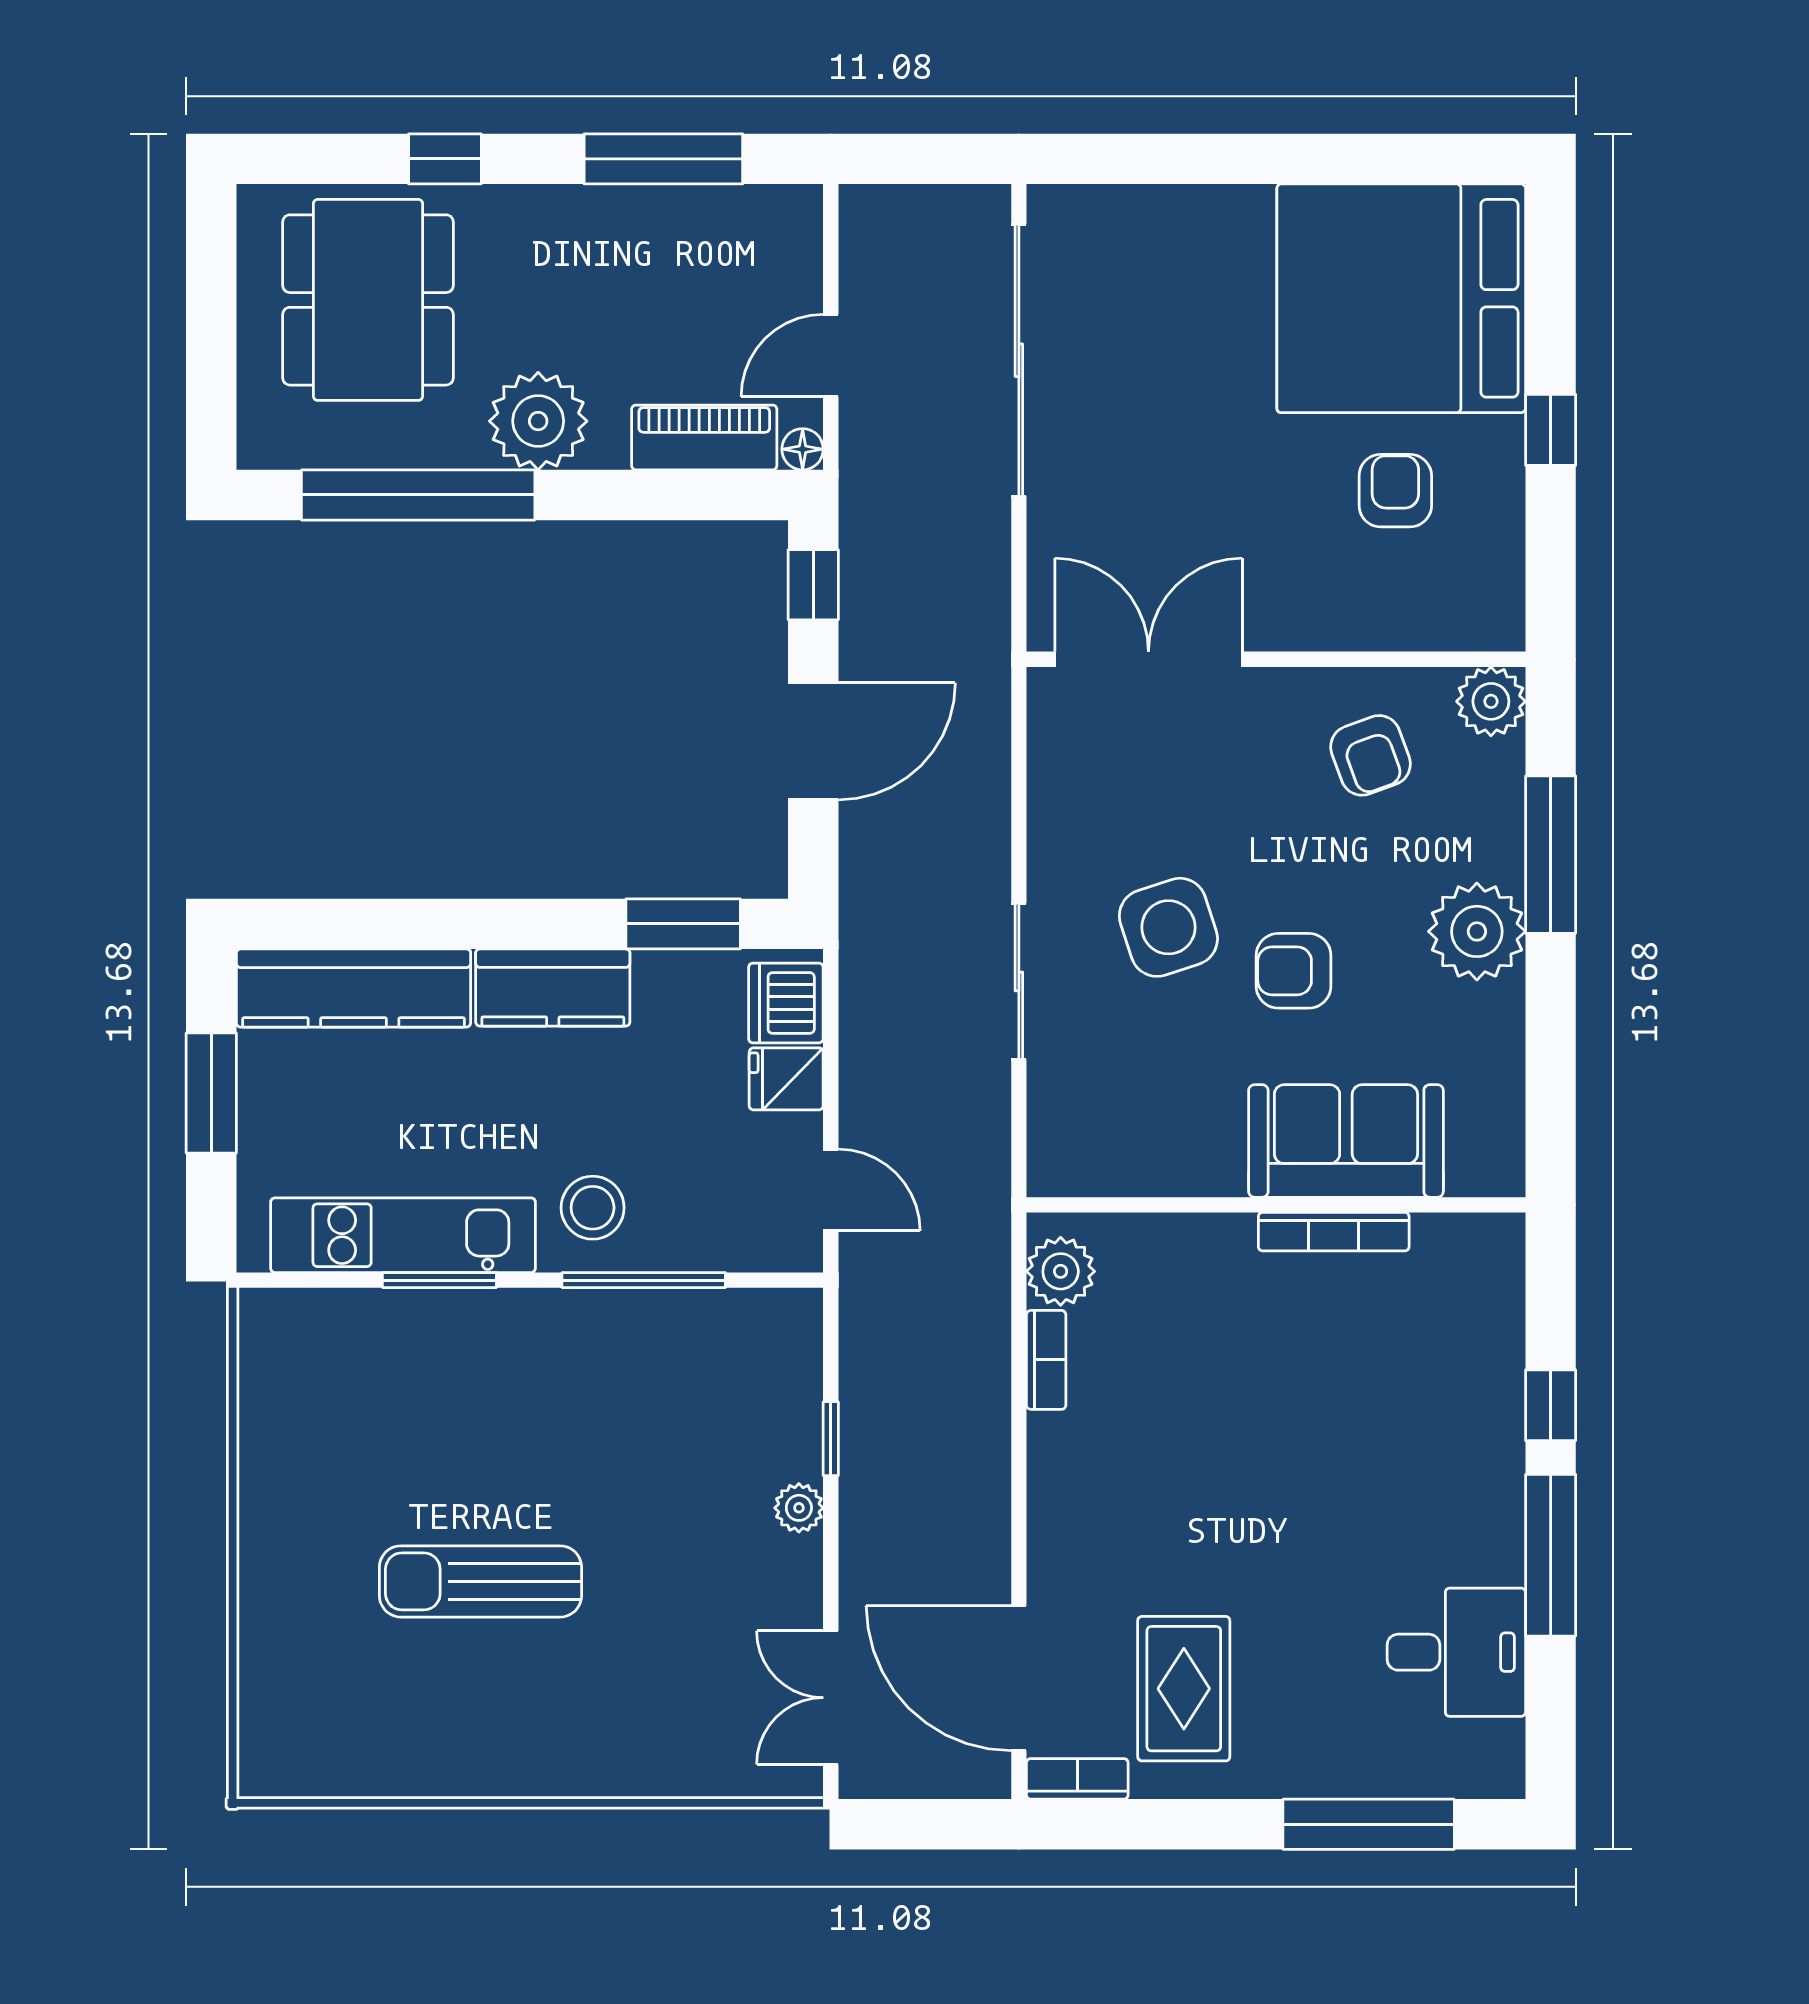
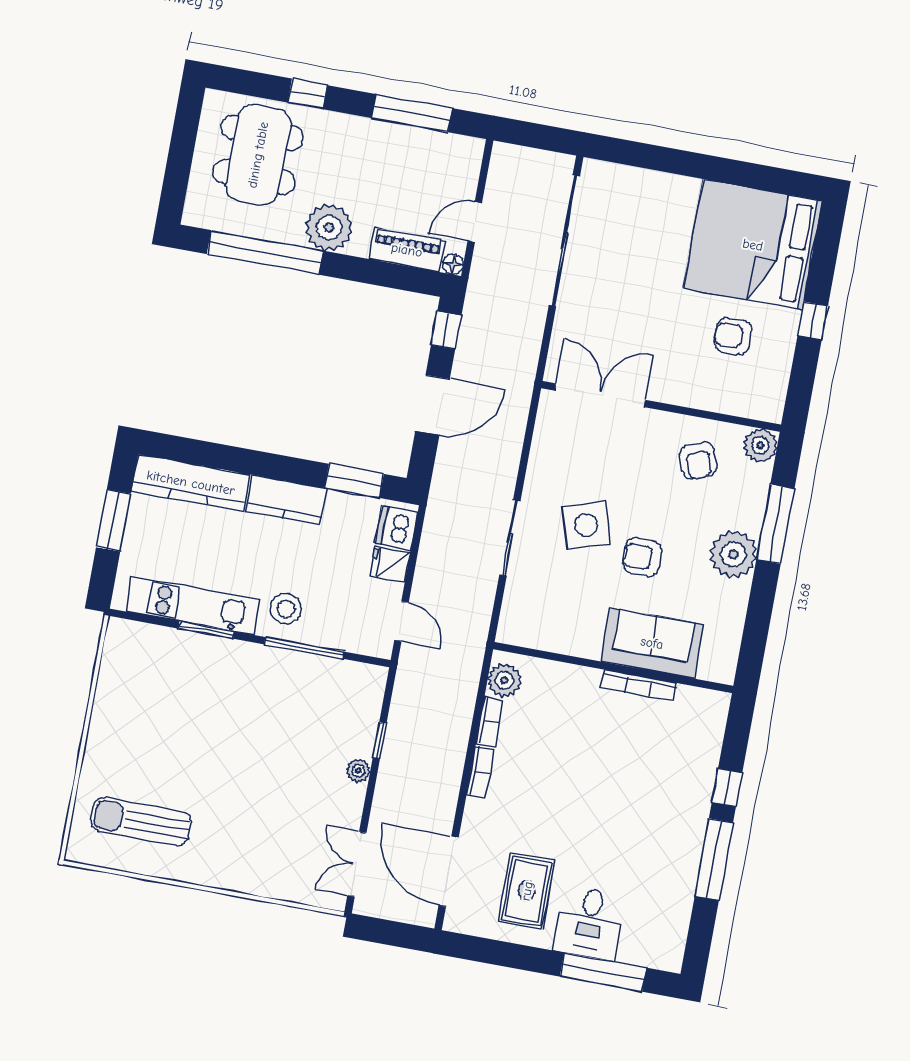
armchair: (1395, 491) -> (733, 336), turned -90
sun lounger: (480, 1581) -> (141, 821), moved
desk: (1456, 1652) -> (589, 923), moved, turned 90
bookcase: (1077, 1779) -> (481, 772), moved, turned 90

